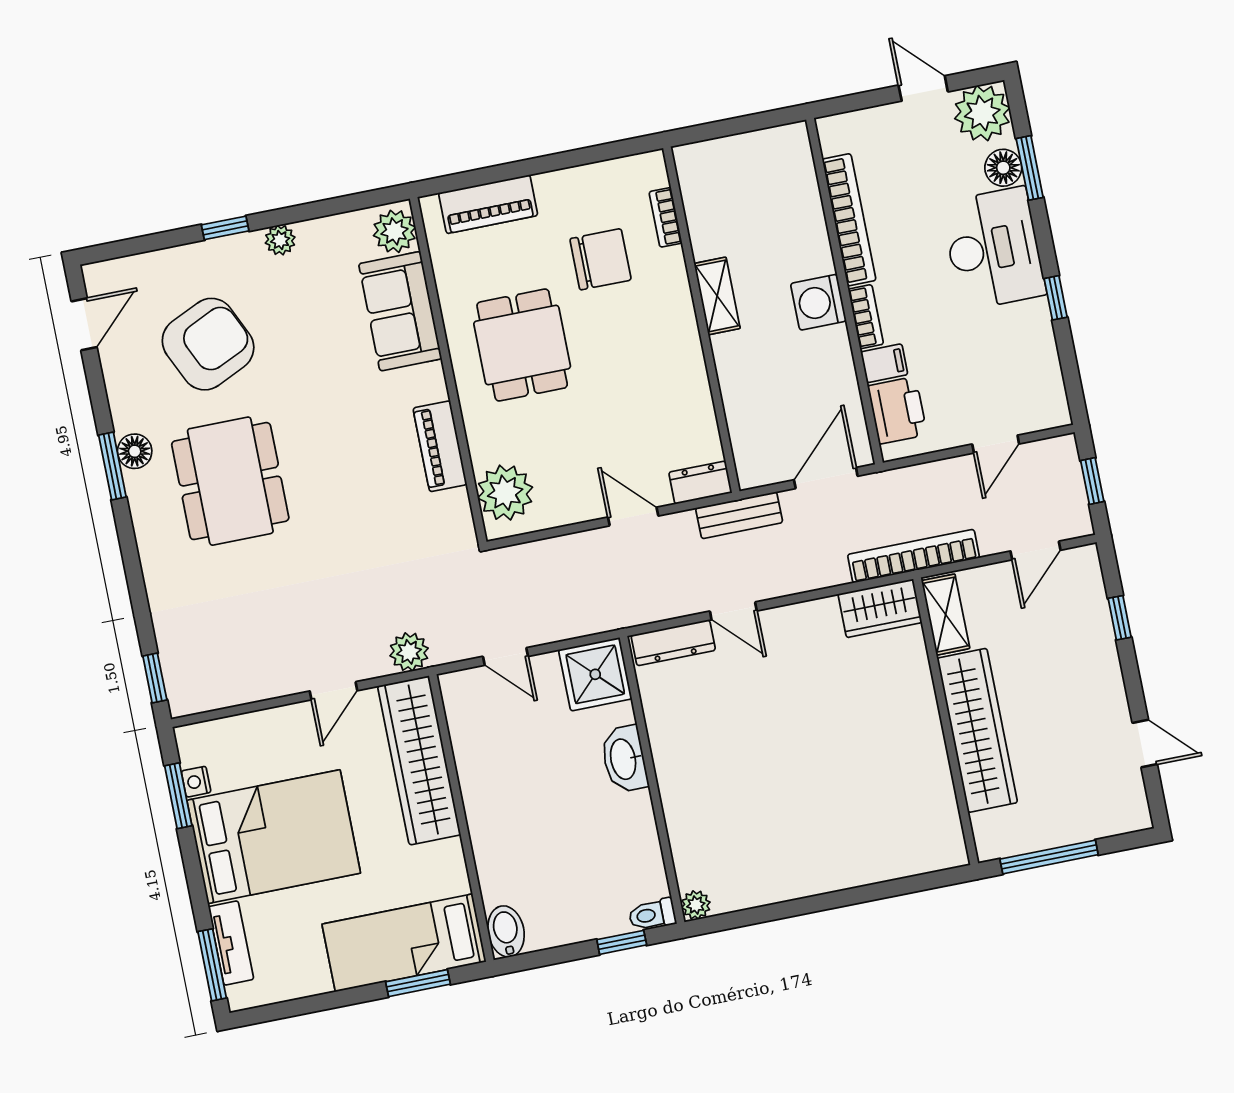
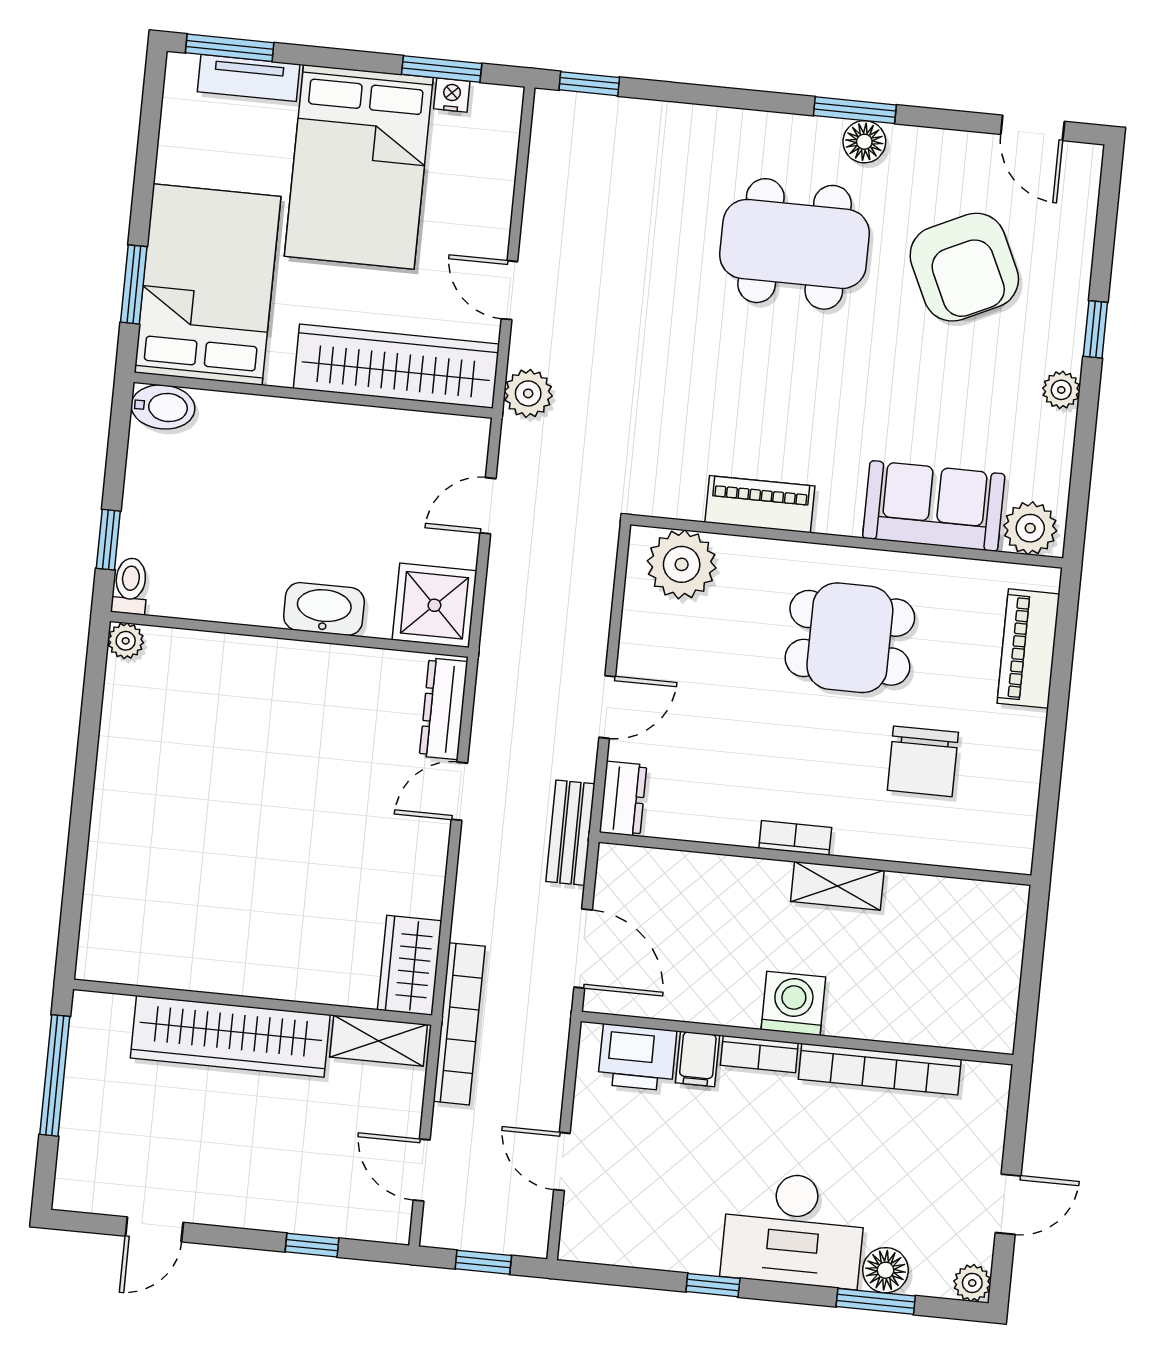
plant: (982, 113) -> (972, 1283), width x0.53, depth x0.53
bookcase: (665, 217) -> (795, 838), moved
bed: (404, 943) -> (208, 284), width x1.50

